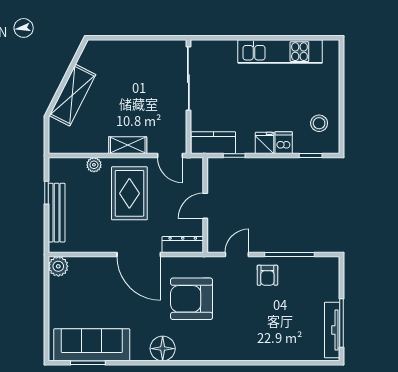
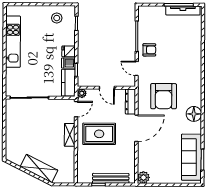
dishwasher: (284, 143) -> (68, 63), moved
plant: (94, 165) -> (82, 93), moved

